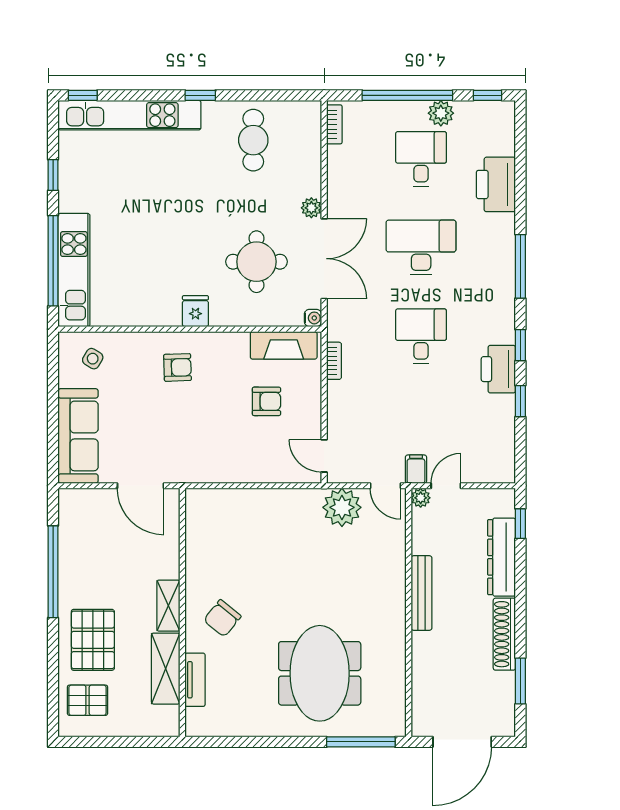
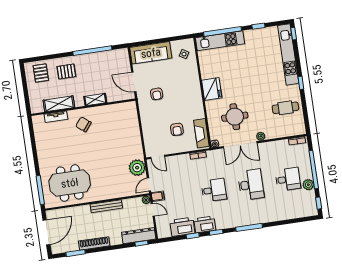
printer: (496, 184) -> (182, 227), moved
fridge: (195, 311) -> (212, 89), width x1.88, depth x1.34
armchair: (177, 367) -> (157, 94), moved
door: (324, 456) -> (158, 157), swing flipped
door: (140, 486) -> (134, 82), hinge flipped
dresser: (502, 557) -> (139, 236), moved
shelving: (168, 606) -> (95, 100), moved
pallet: (93, 640) -> (66, 72), width x0.67, depth x0.71
meeting table: (320, 673) -> (70, 183), moved
door: (462, 742) -> (46, 232), swing flipped

